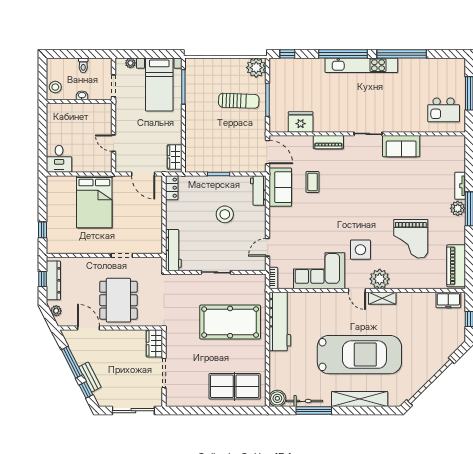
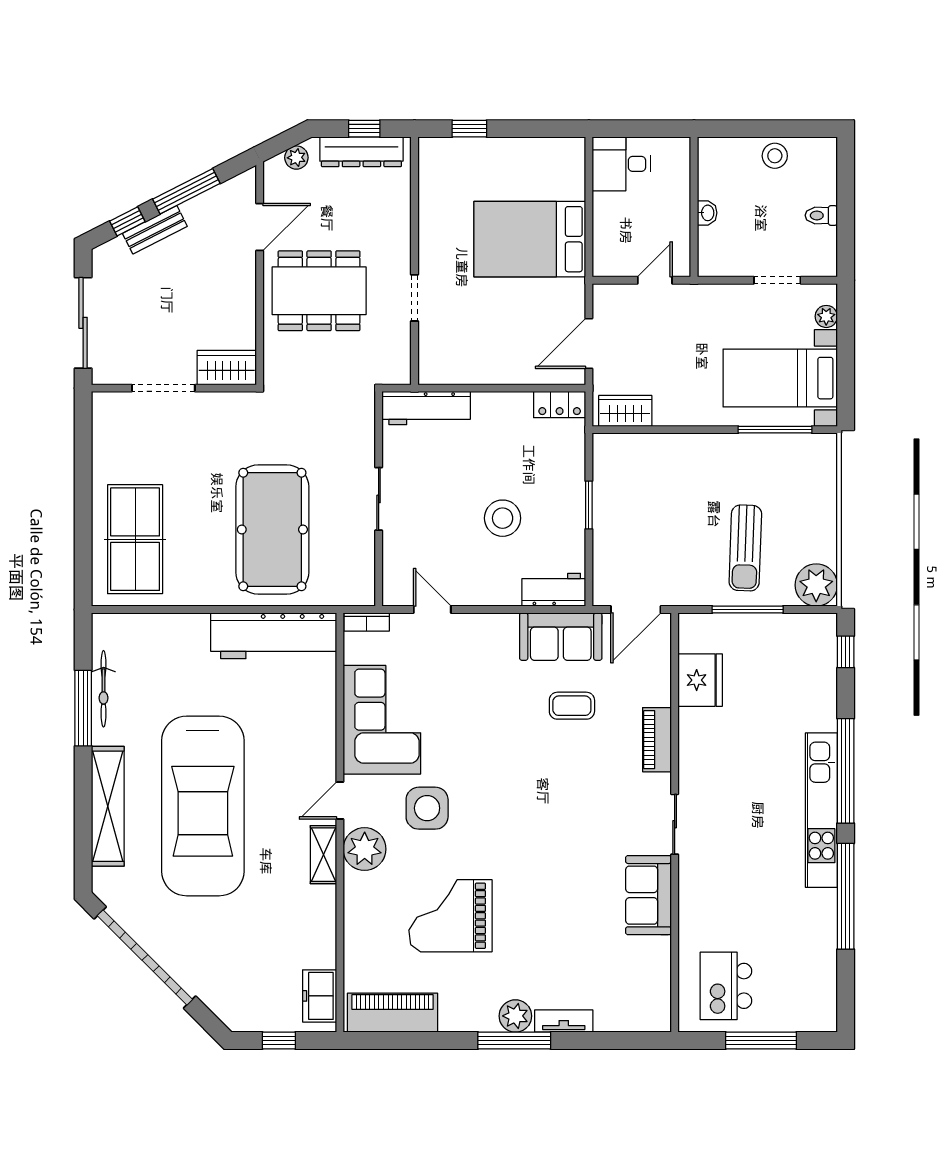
washbasin: (82, 95) -> (707, 213), moved
wall: (79, 102) -> (694, 207), moved
boiler: (277, 398) -> (109, 631), removed

